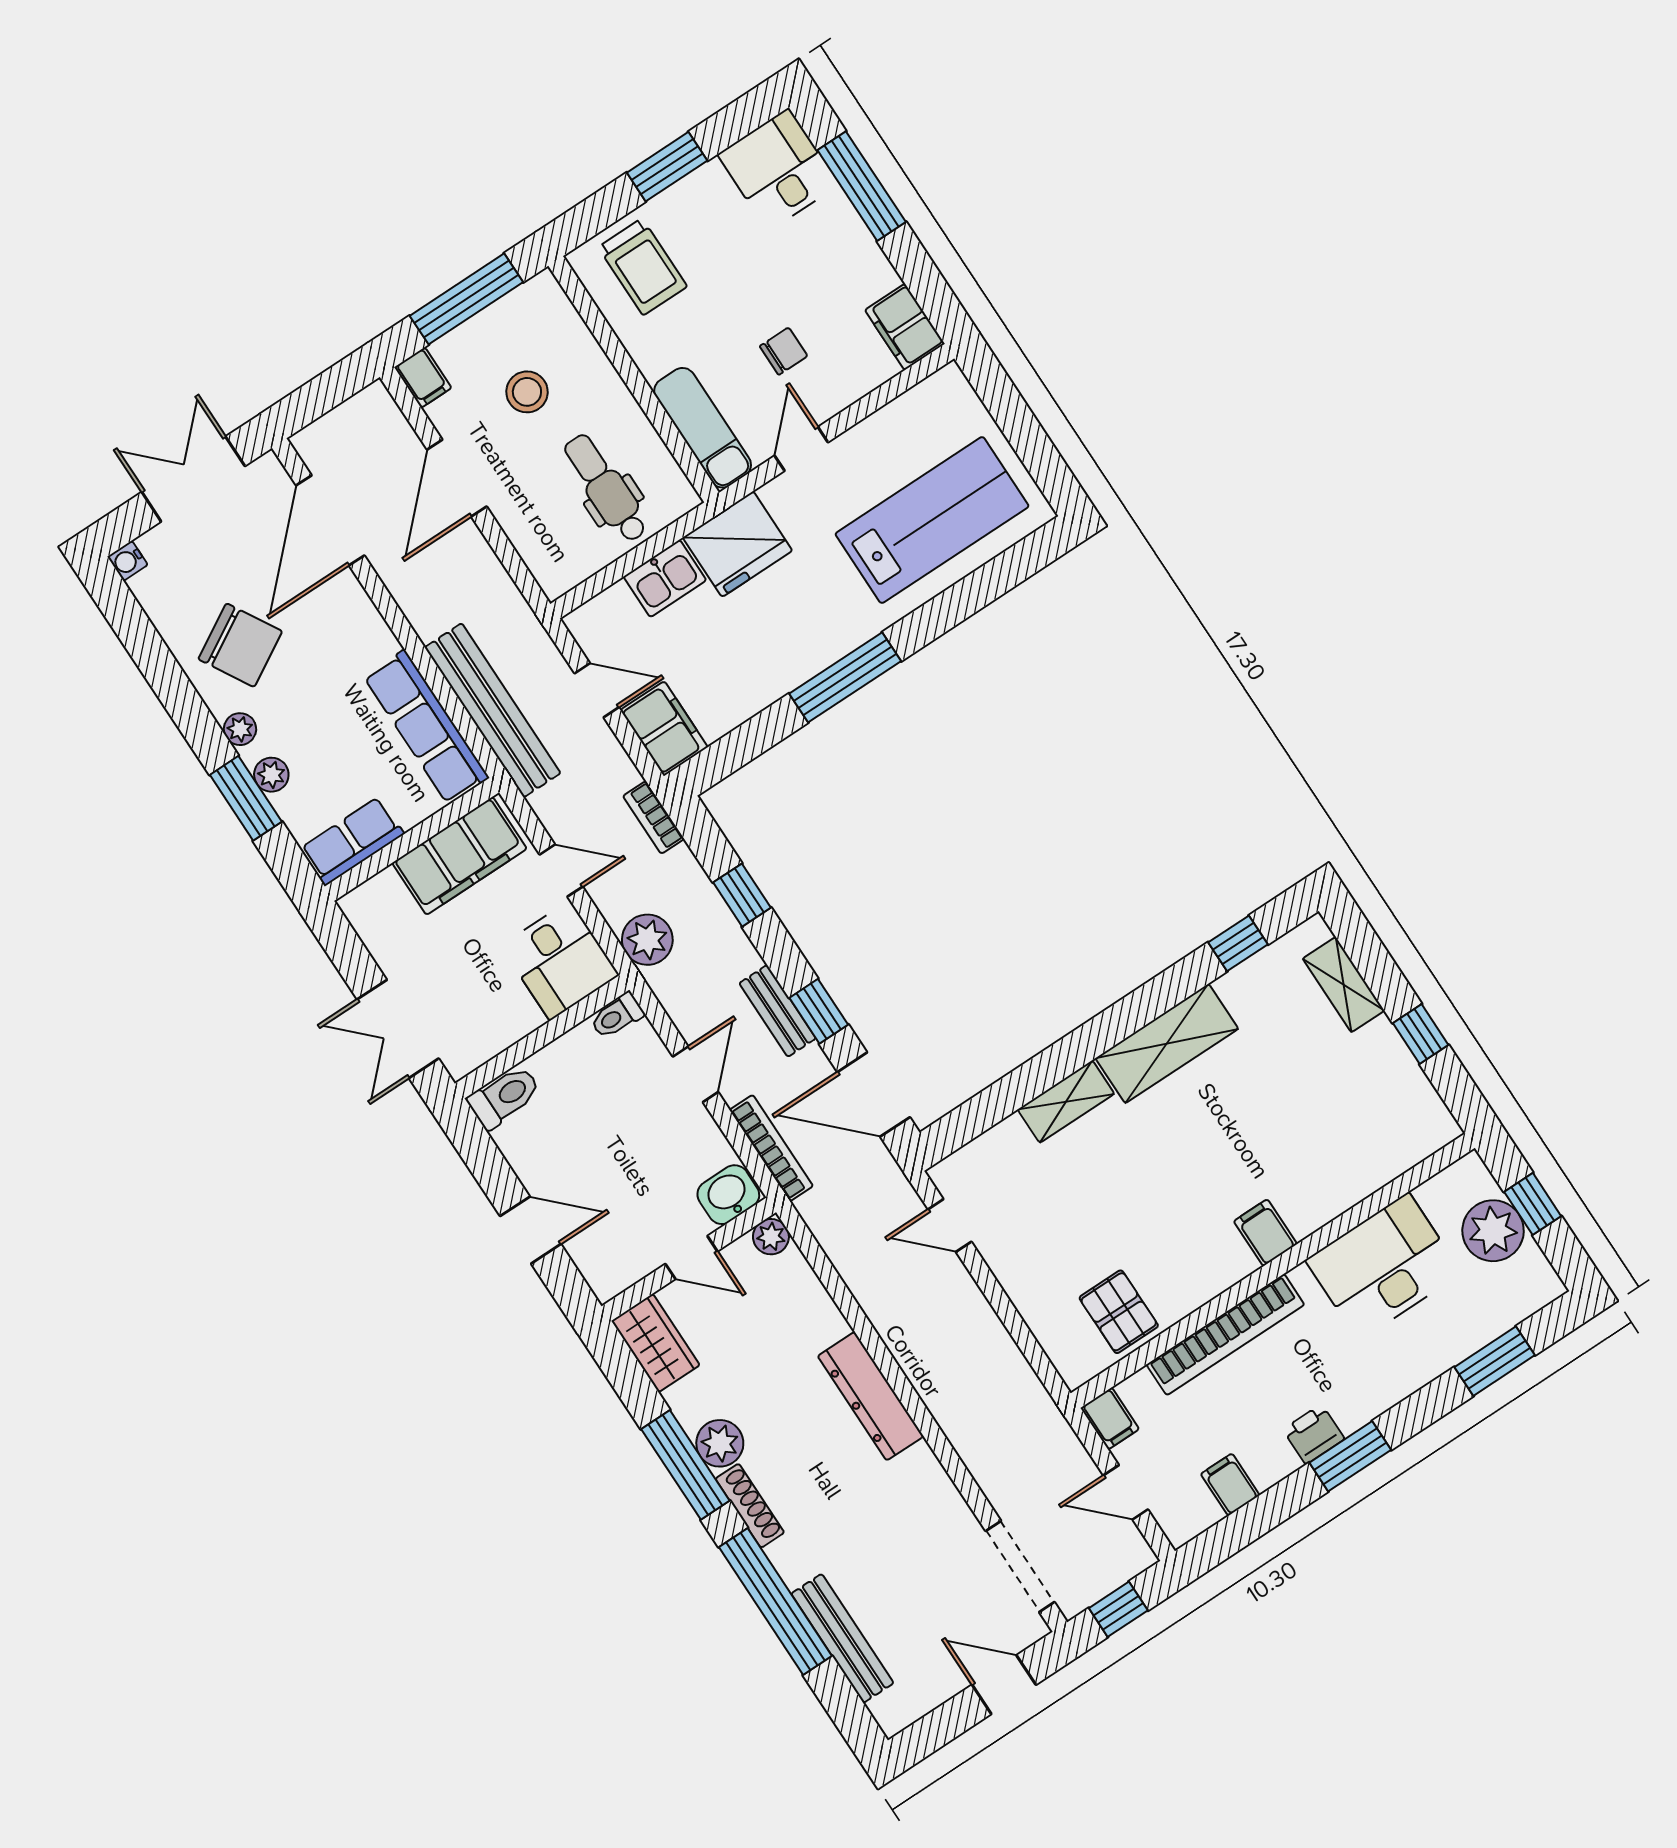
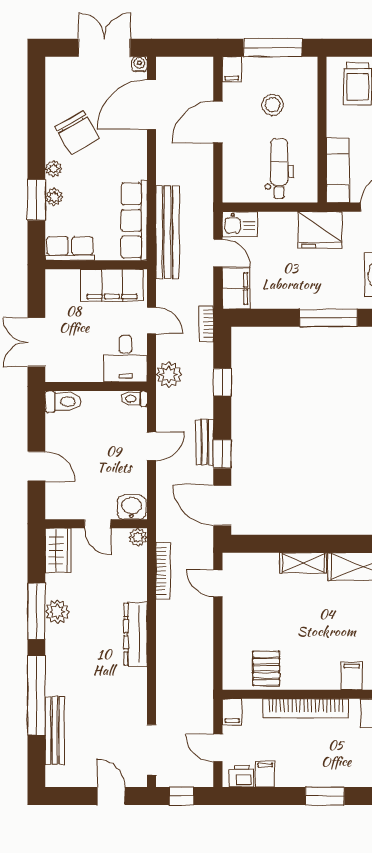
water cooler: (128, 561) -> (139, 64), moved, turned 90
kitchen sink: (665, 578) -> (240, 224), moved
bookcase: (771, 1148) -> (163, 571), moved
printer: (1314, 1434) -> (241, 776), moved
shoe rack: (750, 1506) -> (53, 647), removed

